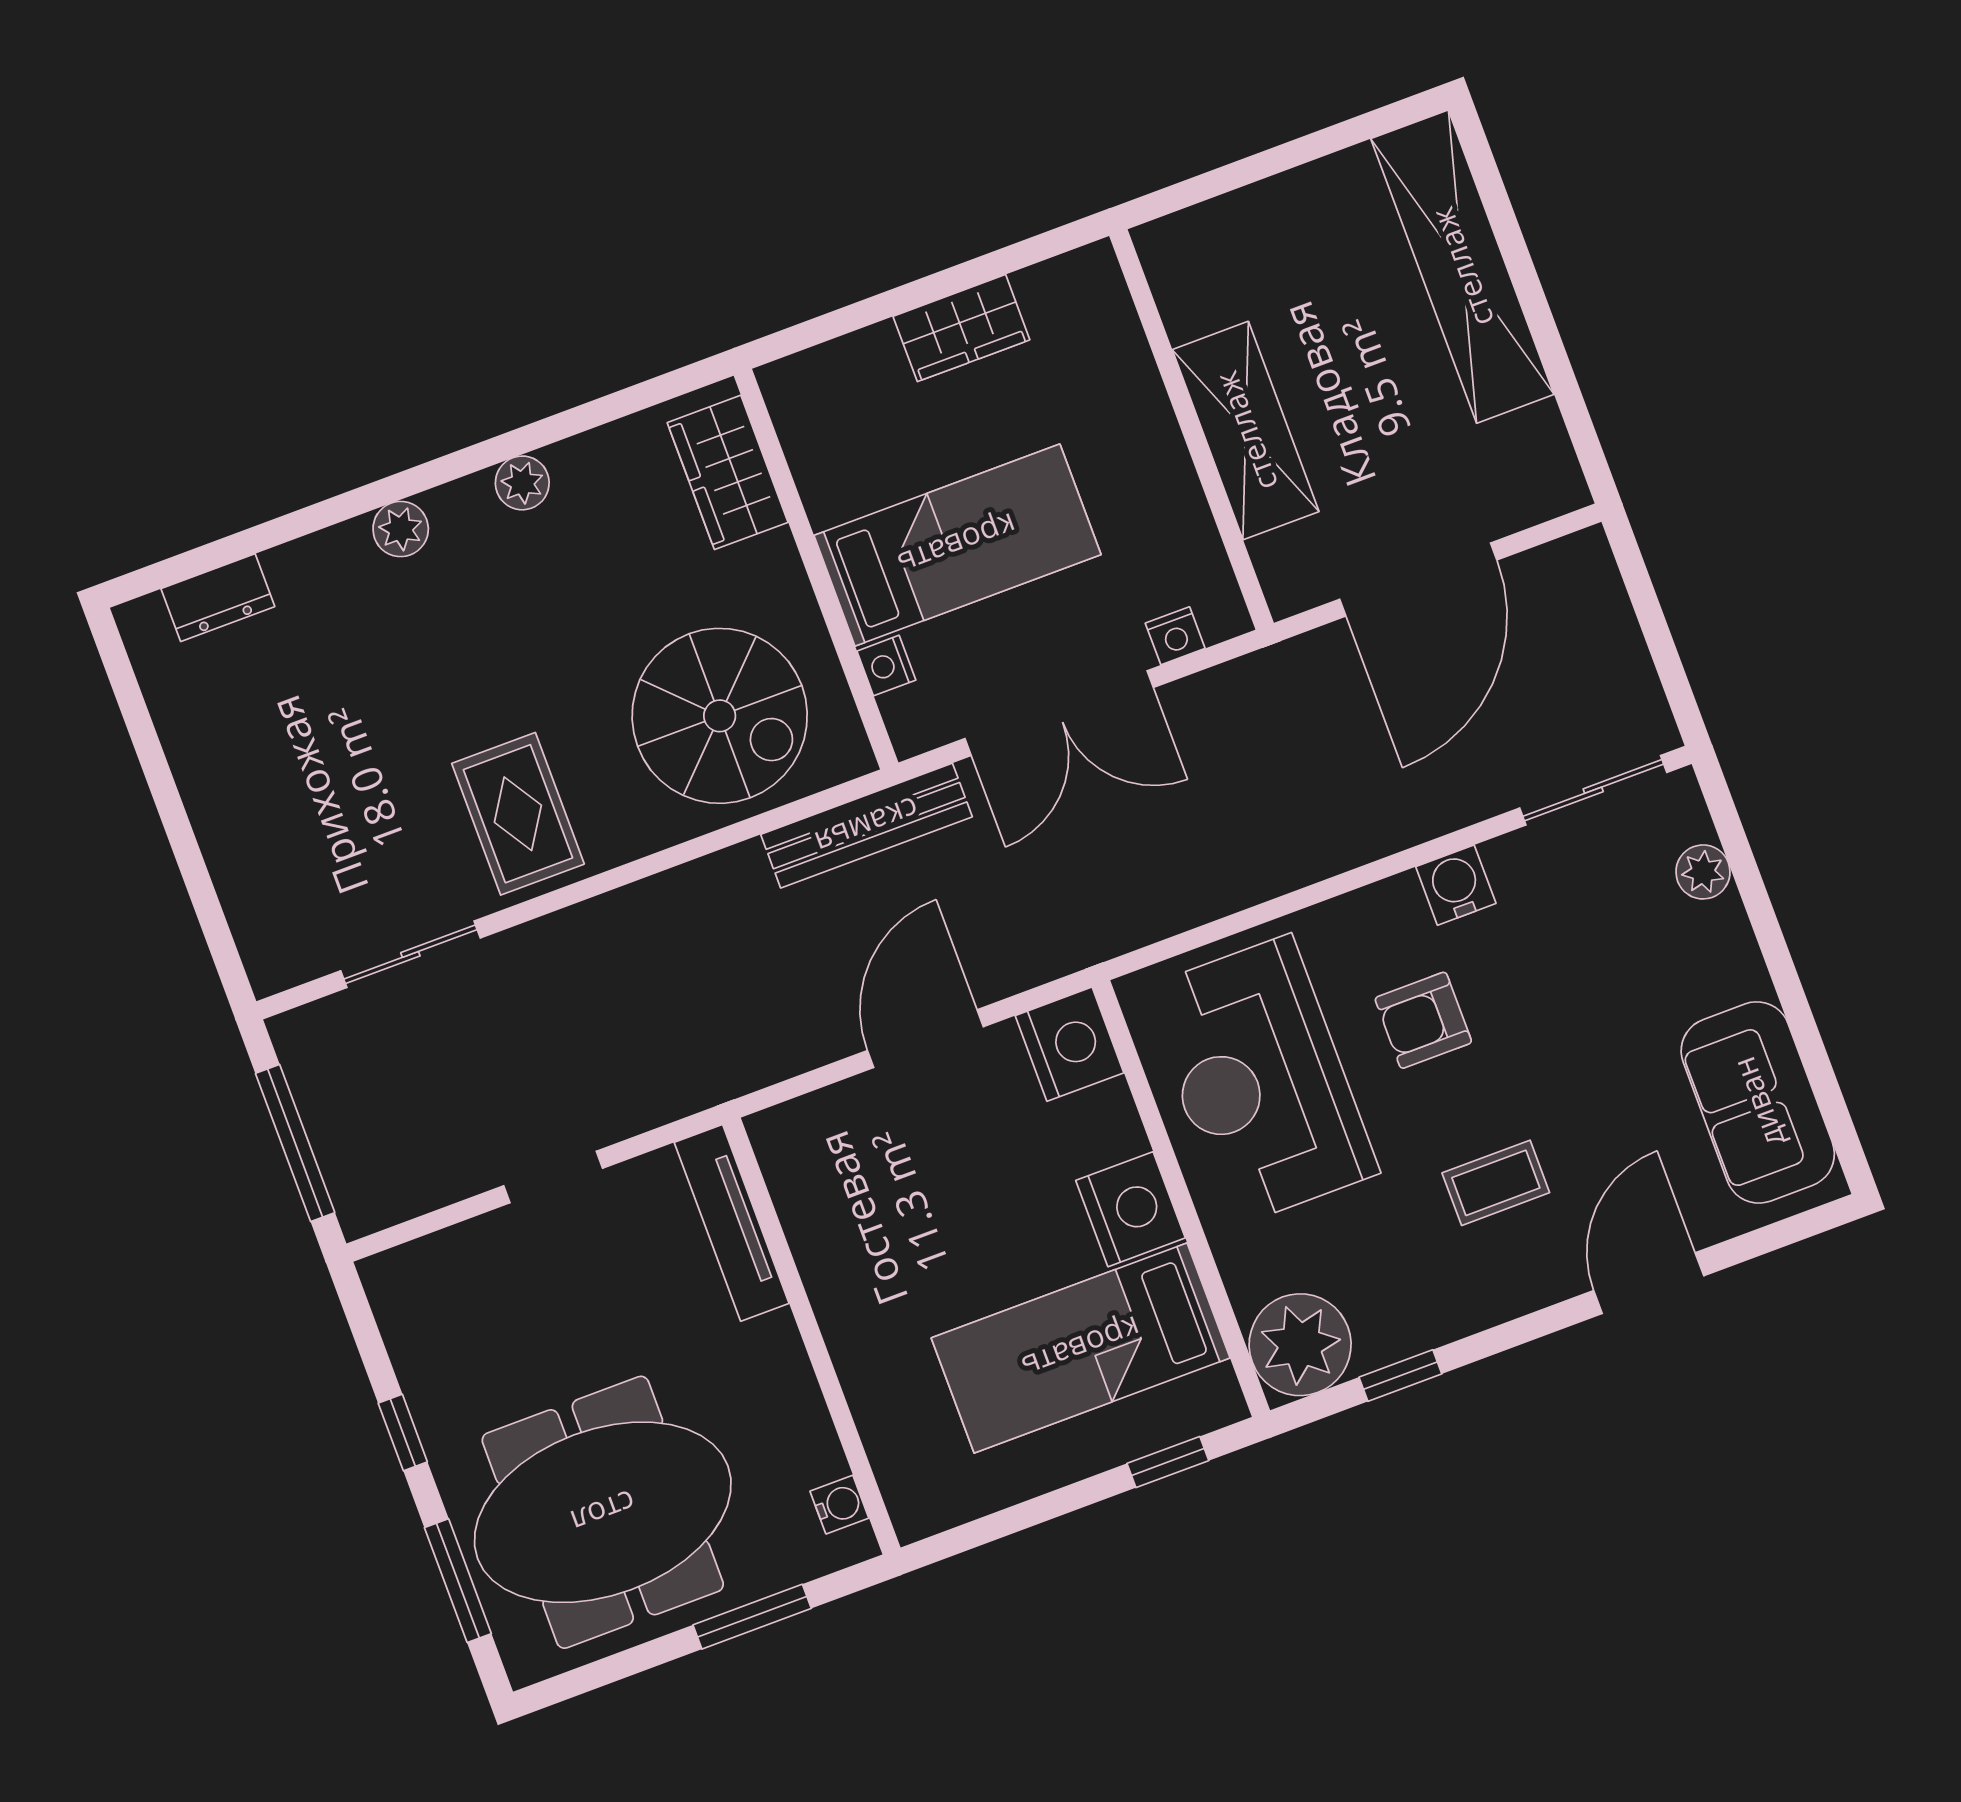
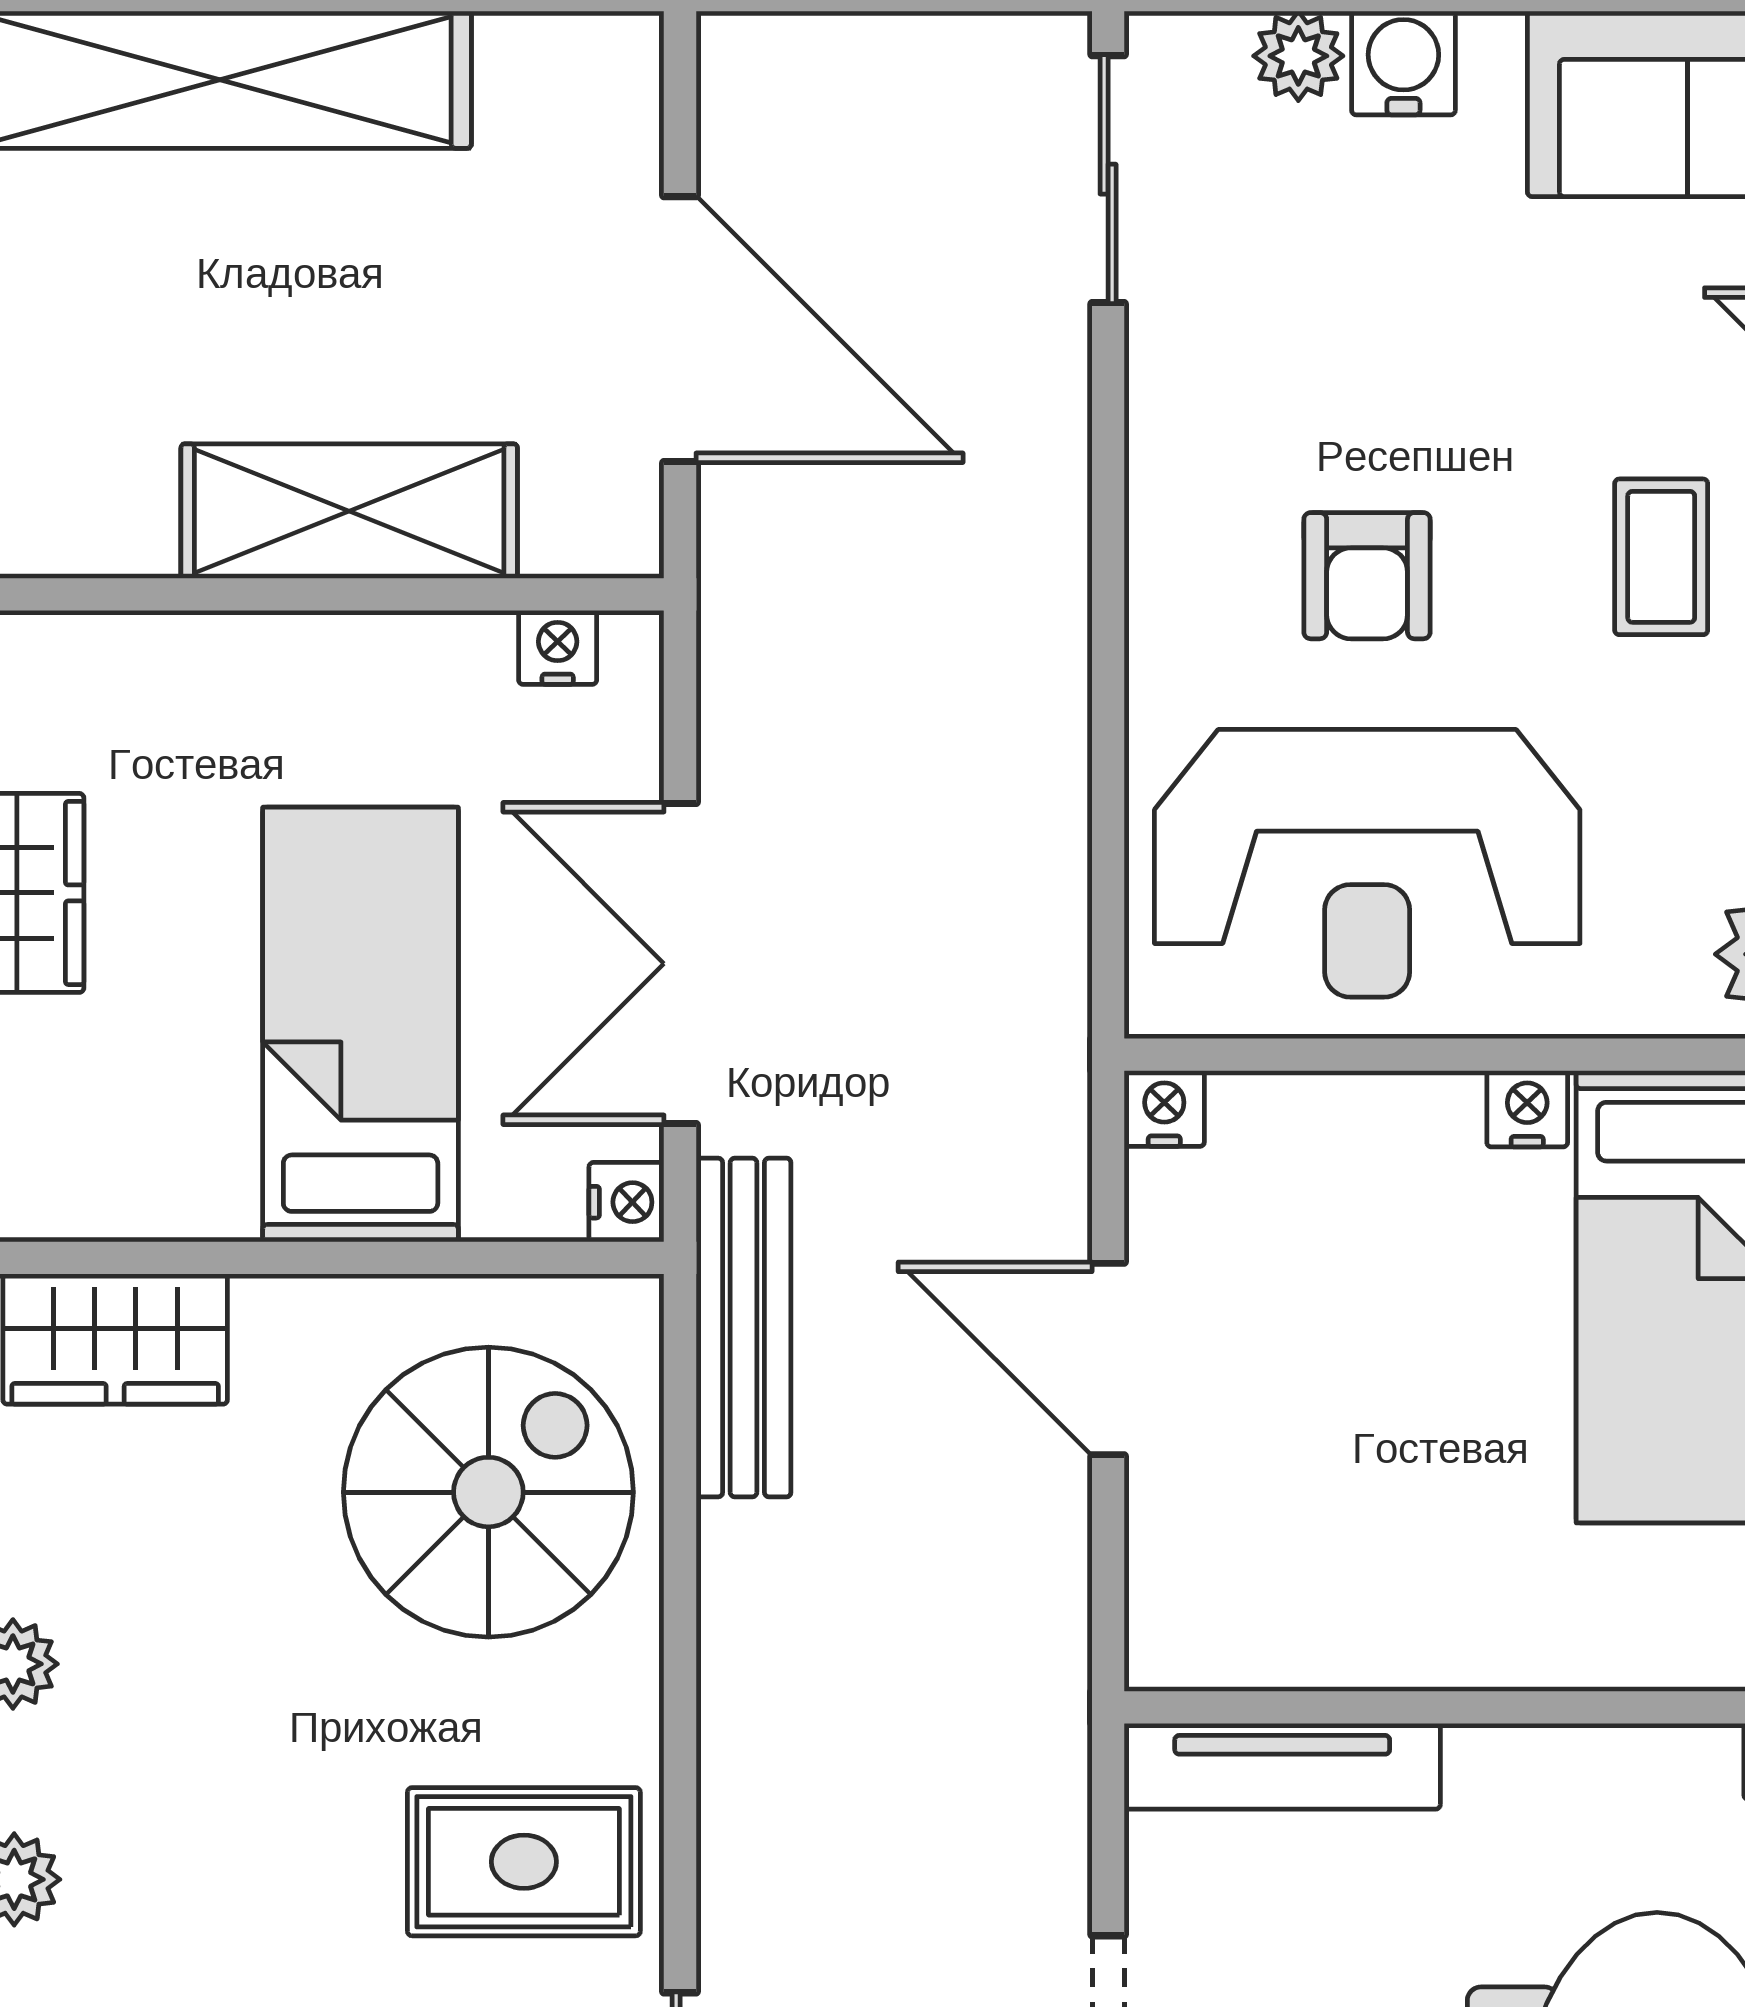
nightstand: (1175, 636) -> (558, 647), moved, turned -90
nightstand: (886, 666) -> (626, 1202), moved, turned -90
double door: (1059, 713) -> (680, 964), swing flipped
water cooler: (1456, 885) -> (1403, 63), moved, turned 90
nightstand: (1069, 1044) -> (1164, 1109), width x0.53, depth x0.56
nightstand: (1131, 1209) -> (1527, 1109), width x0.53, depth x0.56

